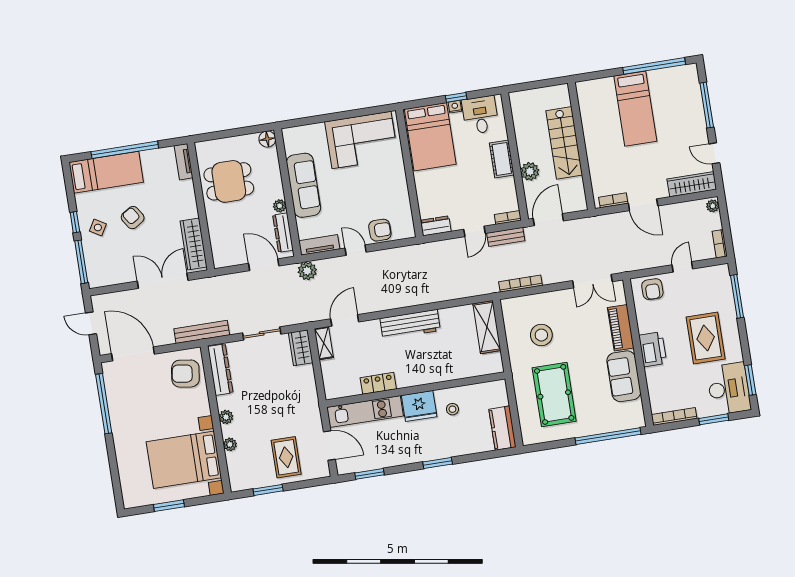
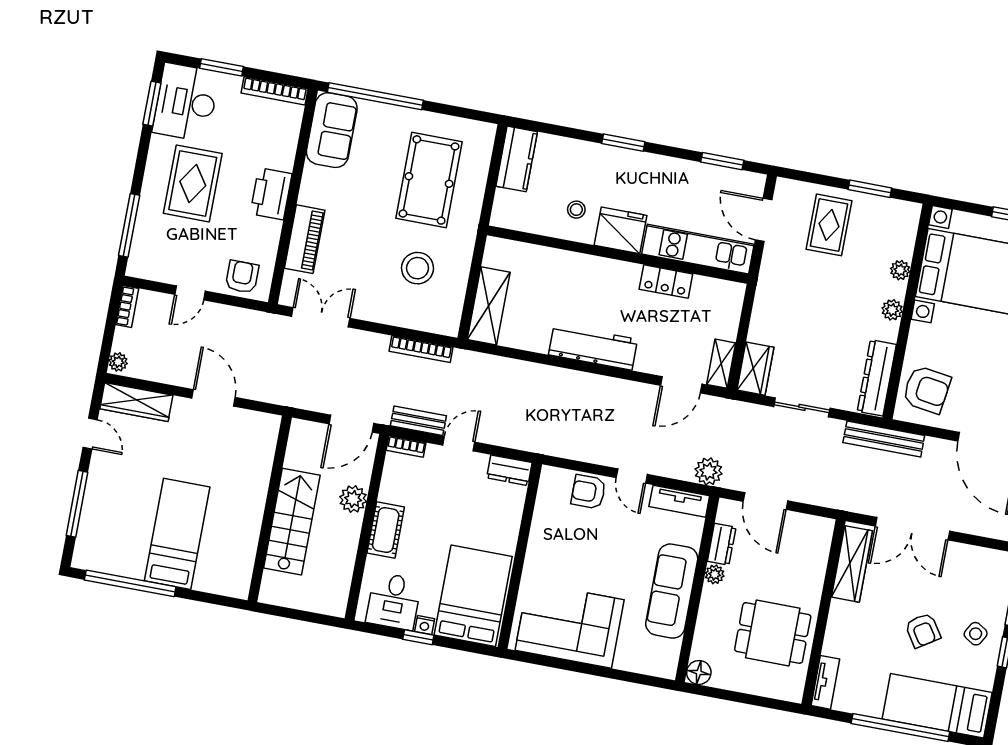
bookcase: (613, 200) -> (252, 418), removed
dresser: (283, 233) -> (722, 544), width x0.70
sofa: (624, 376) -> (332, 130), moved

